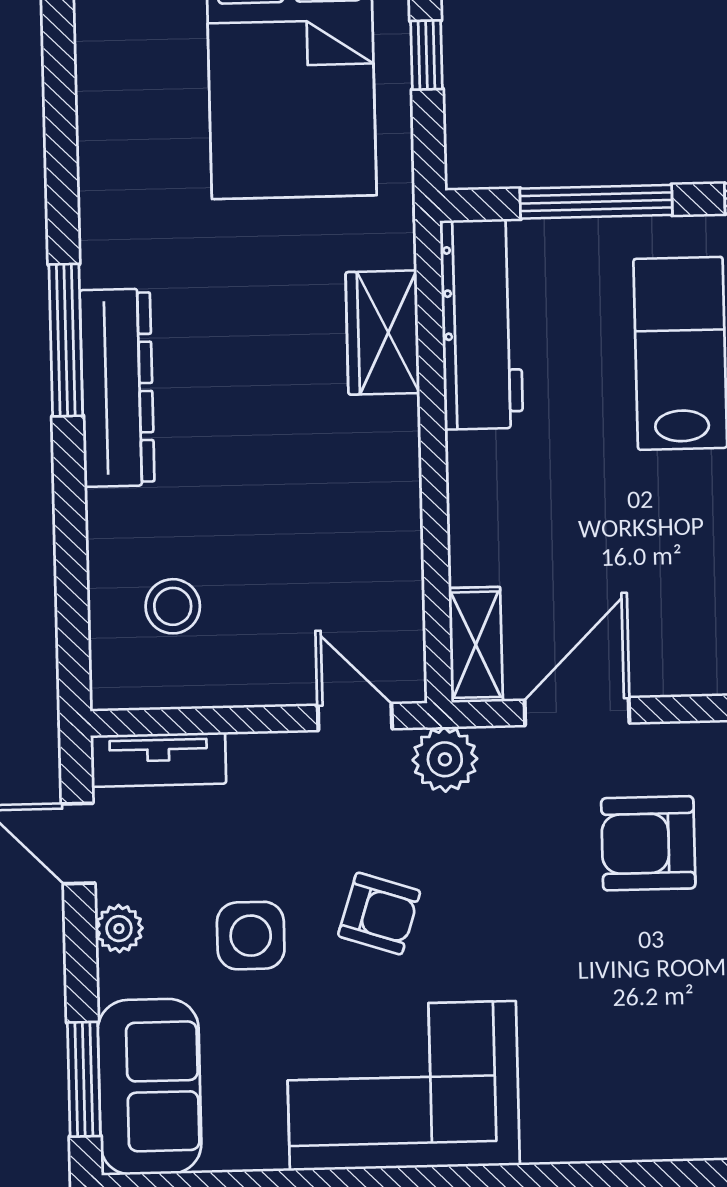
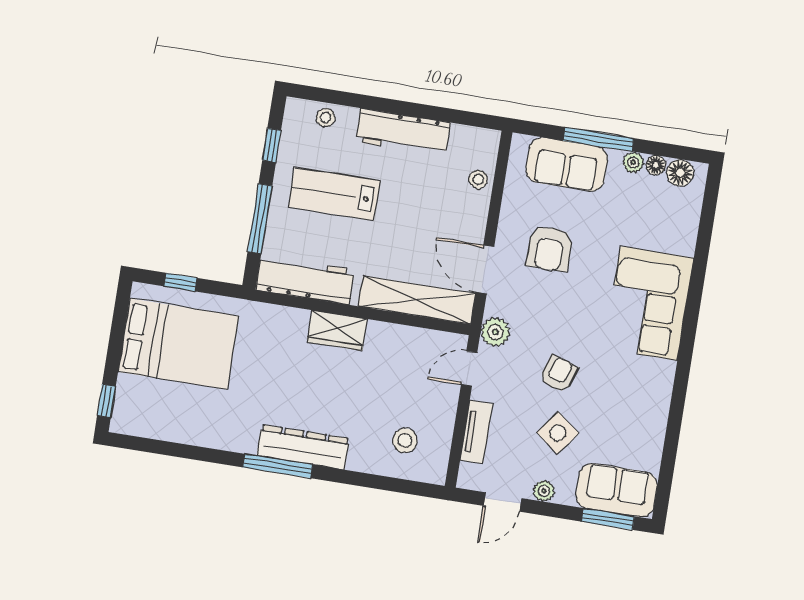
wardrobe: (383, 333) -> (337, 330), moved
shelving: (476, 645) -> (417, 300), width x2.20, depth x1.33
tv unit: (158, 760) -> (476, 432), moved
side table: (251, 936) -> (558, 433), turned 37
corner sofa: (403, 1086) -> (649, 303), moved

